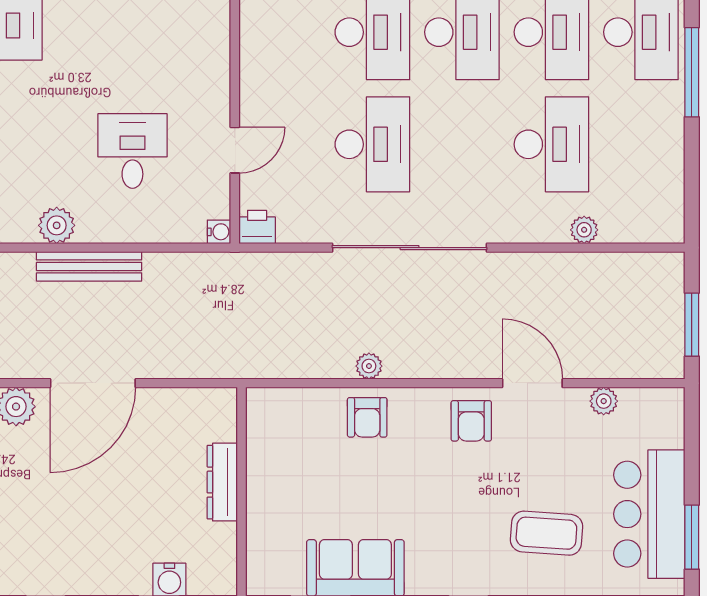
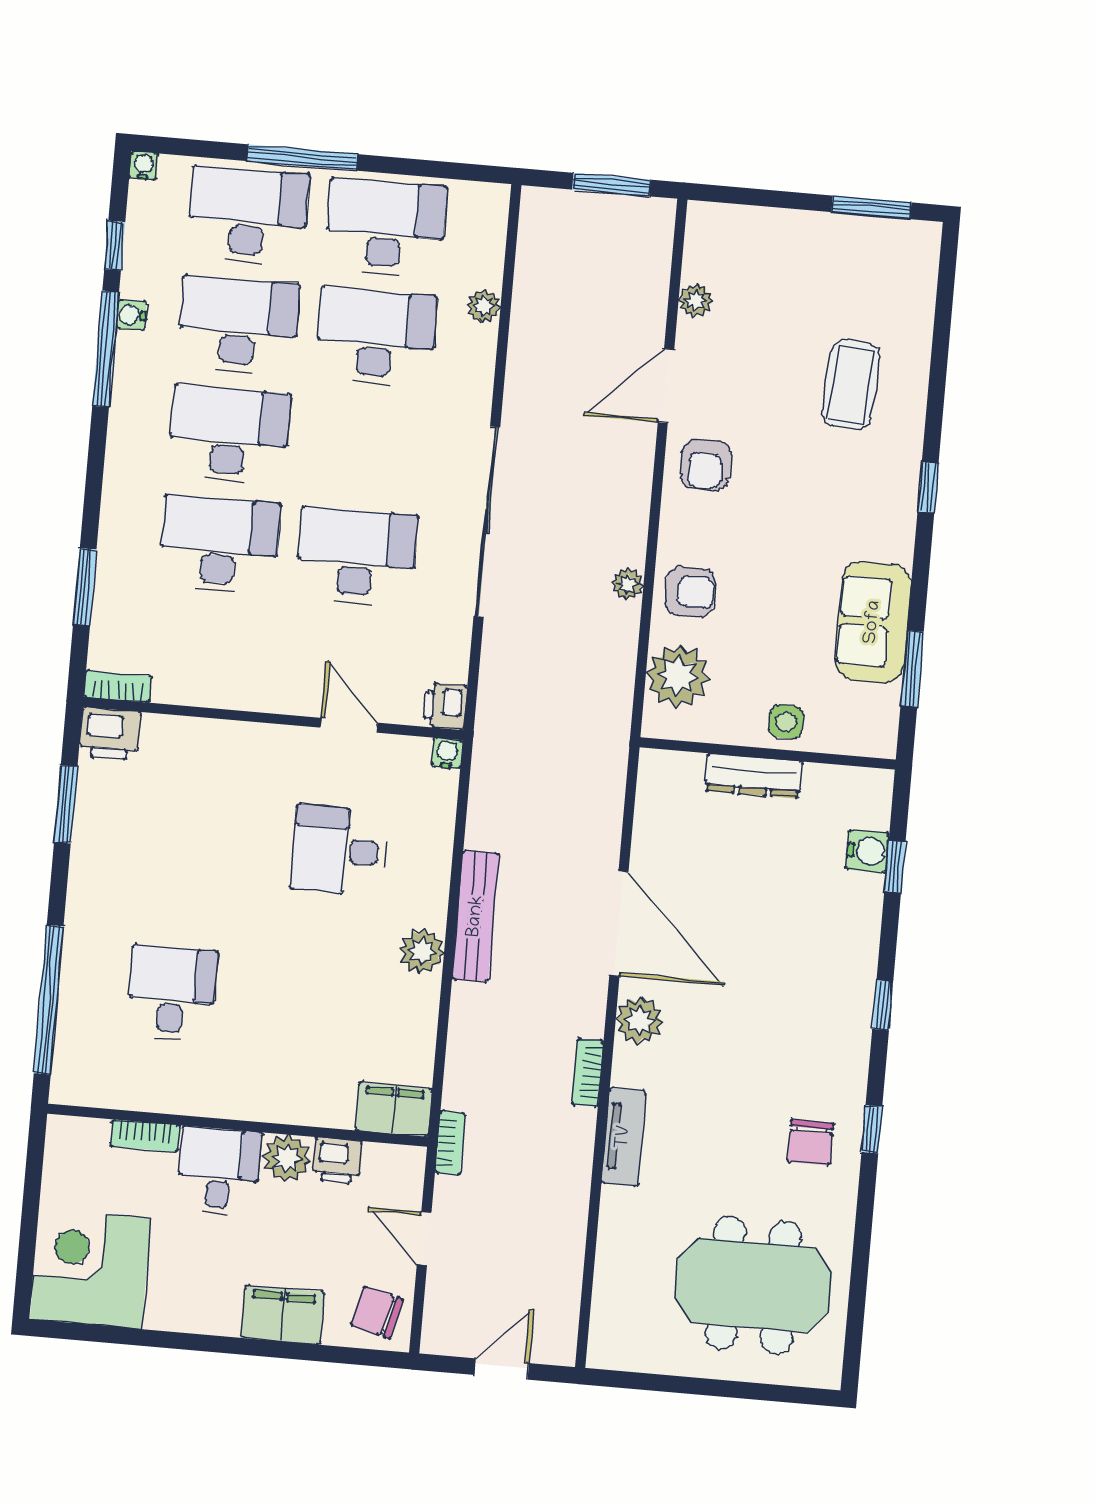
desk: (641, 144) -> (385, 227), added
plant: (298, 413) -> (678, 676), added
armchair: (471, 421) -> (706, 465), turned 90
side table: (269, 504) -> (786, 722), added
bar counter: (649, 514) -> (839, 257), removed

